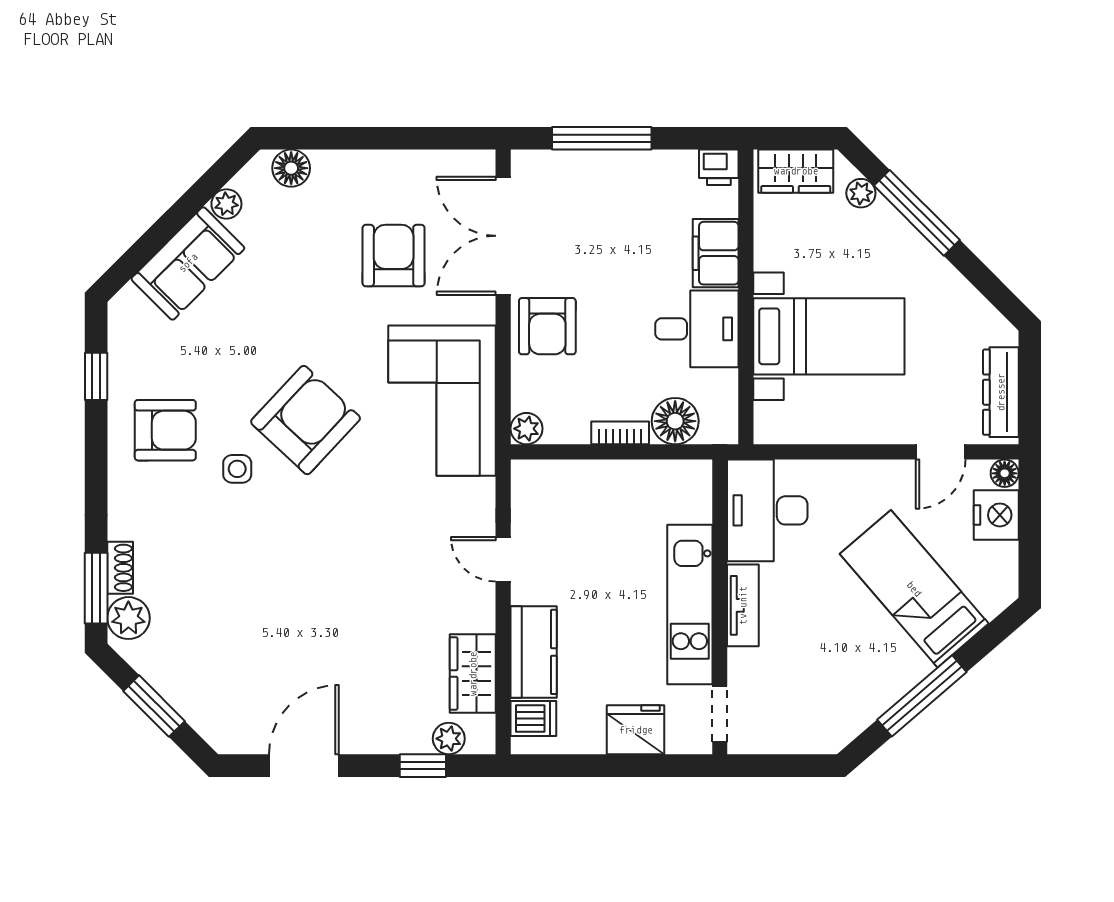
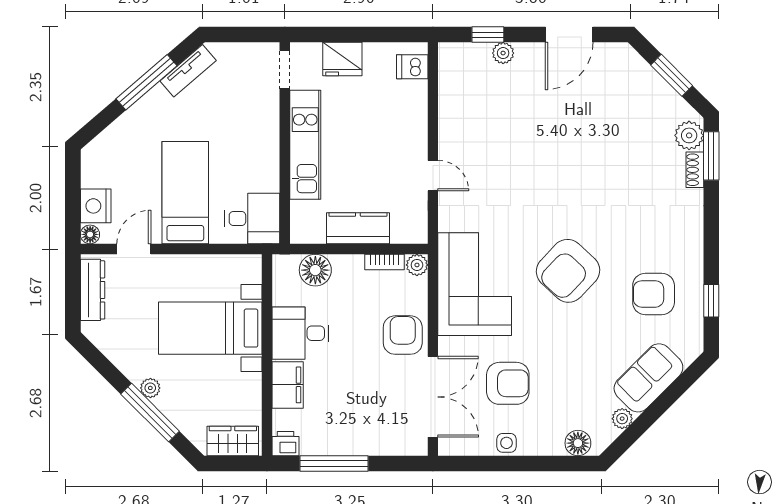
window: (602, 138) -> (334, 464), moved
plant: (861, 193) -> (150, 388), moved
armchair: (394, 256) -> (508, 383), turned -90
armchair: (165, 430) -> (654, 294), moved
bookcase: (620, 433) -> (384, 262), moved
side table: (237, 469) -> (507, 443), moved
desk: (767, 510) -> (252, 219), width x0.73
bed: (914, 589) -> (185, 193), moved, turned -139
tv unit: (743, 605) -> (188, 71), moved, turned -131
kitchen counter: (534, 652) -> (358, 228), moved, turned 90
wardrobe: (473, 674) -> (454, 98), removed
plant: (449, 739) -> (503, 53), moved

